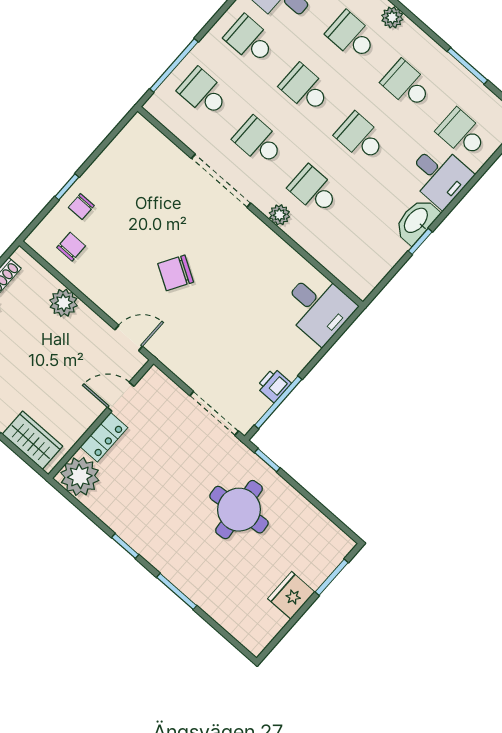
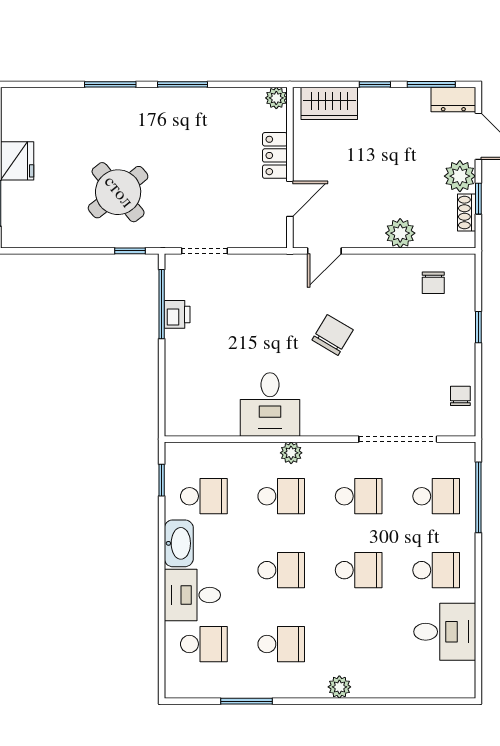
school desk: (352, 36) -> (204, 496), moved
doorway: (221, 181) -> (398, 439), moved
chair: (81, 207) -> (460, 396), moved
window: (420, 241) -> (162, 480), moved
desk: (318, 307) -> (270, 404), moved, turned -90
doorway: (214, 413) -> (205, 251), width x0.73
plant: (80, 476) -> (276, 98), width x0.53, depth x0.53
round table: (239, 510) -> (118, 192), turned -33
window: (125, 546) -> (182, 84), width x1.50

